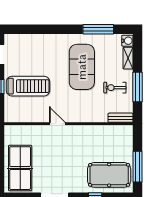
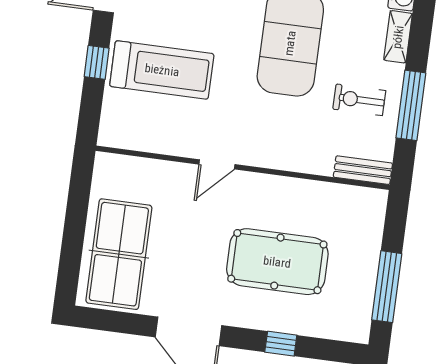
door: (57, 124) -> (217, 164), swing flipped
pool table: (109, 175) -> (277, 262), moved

